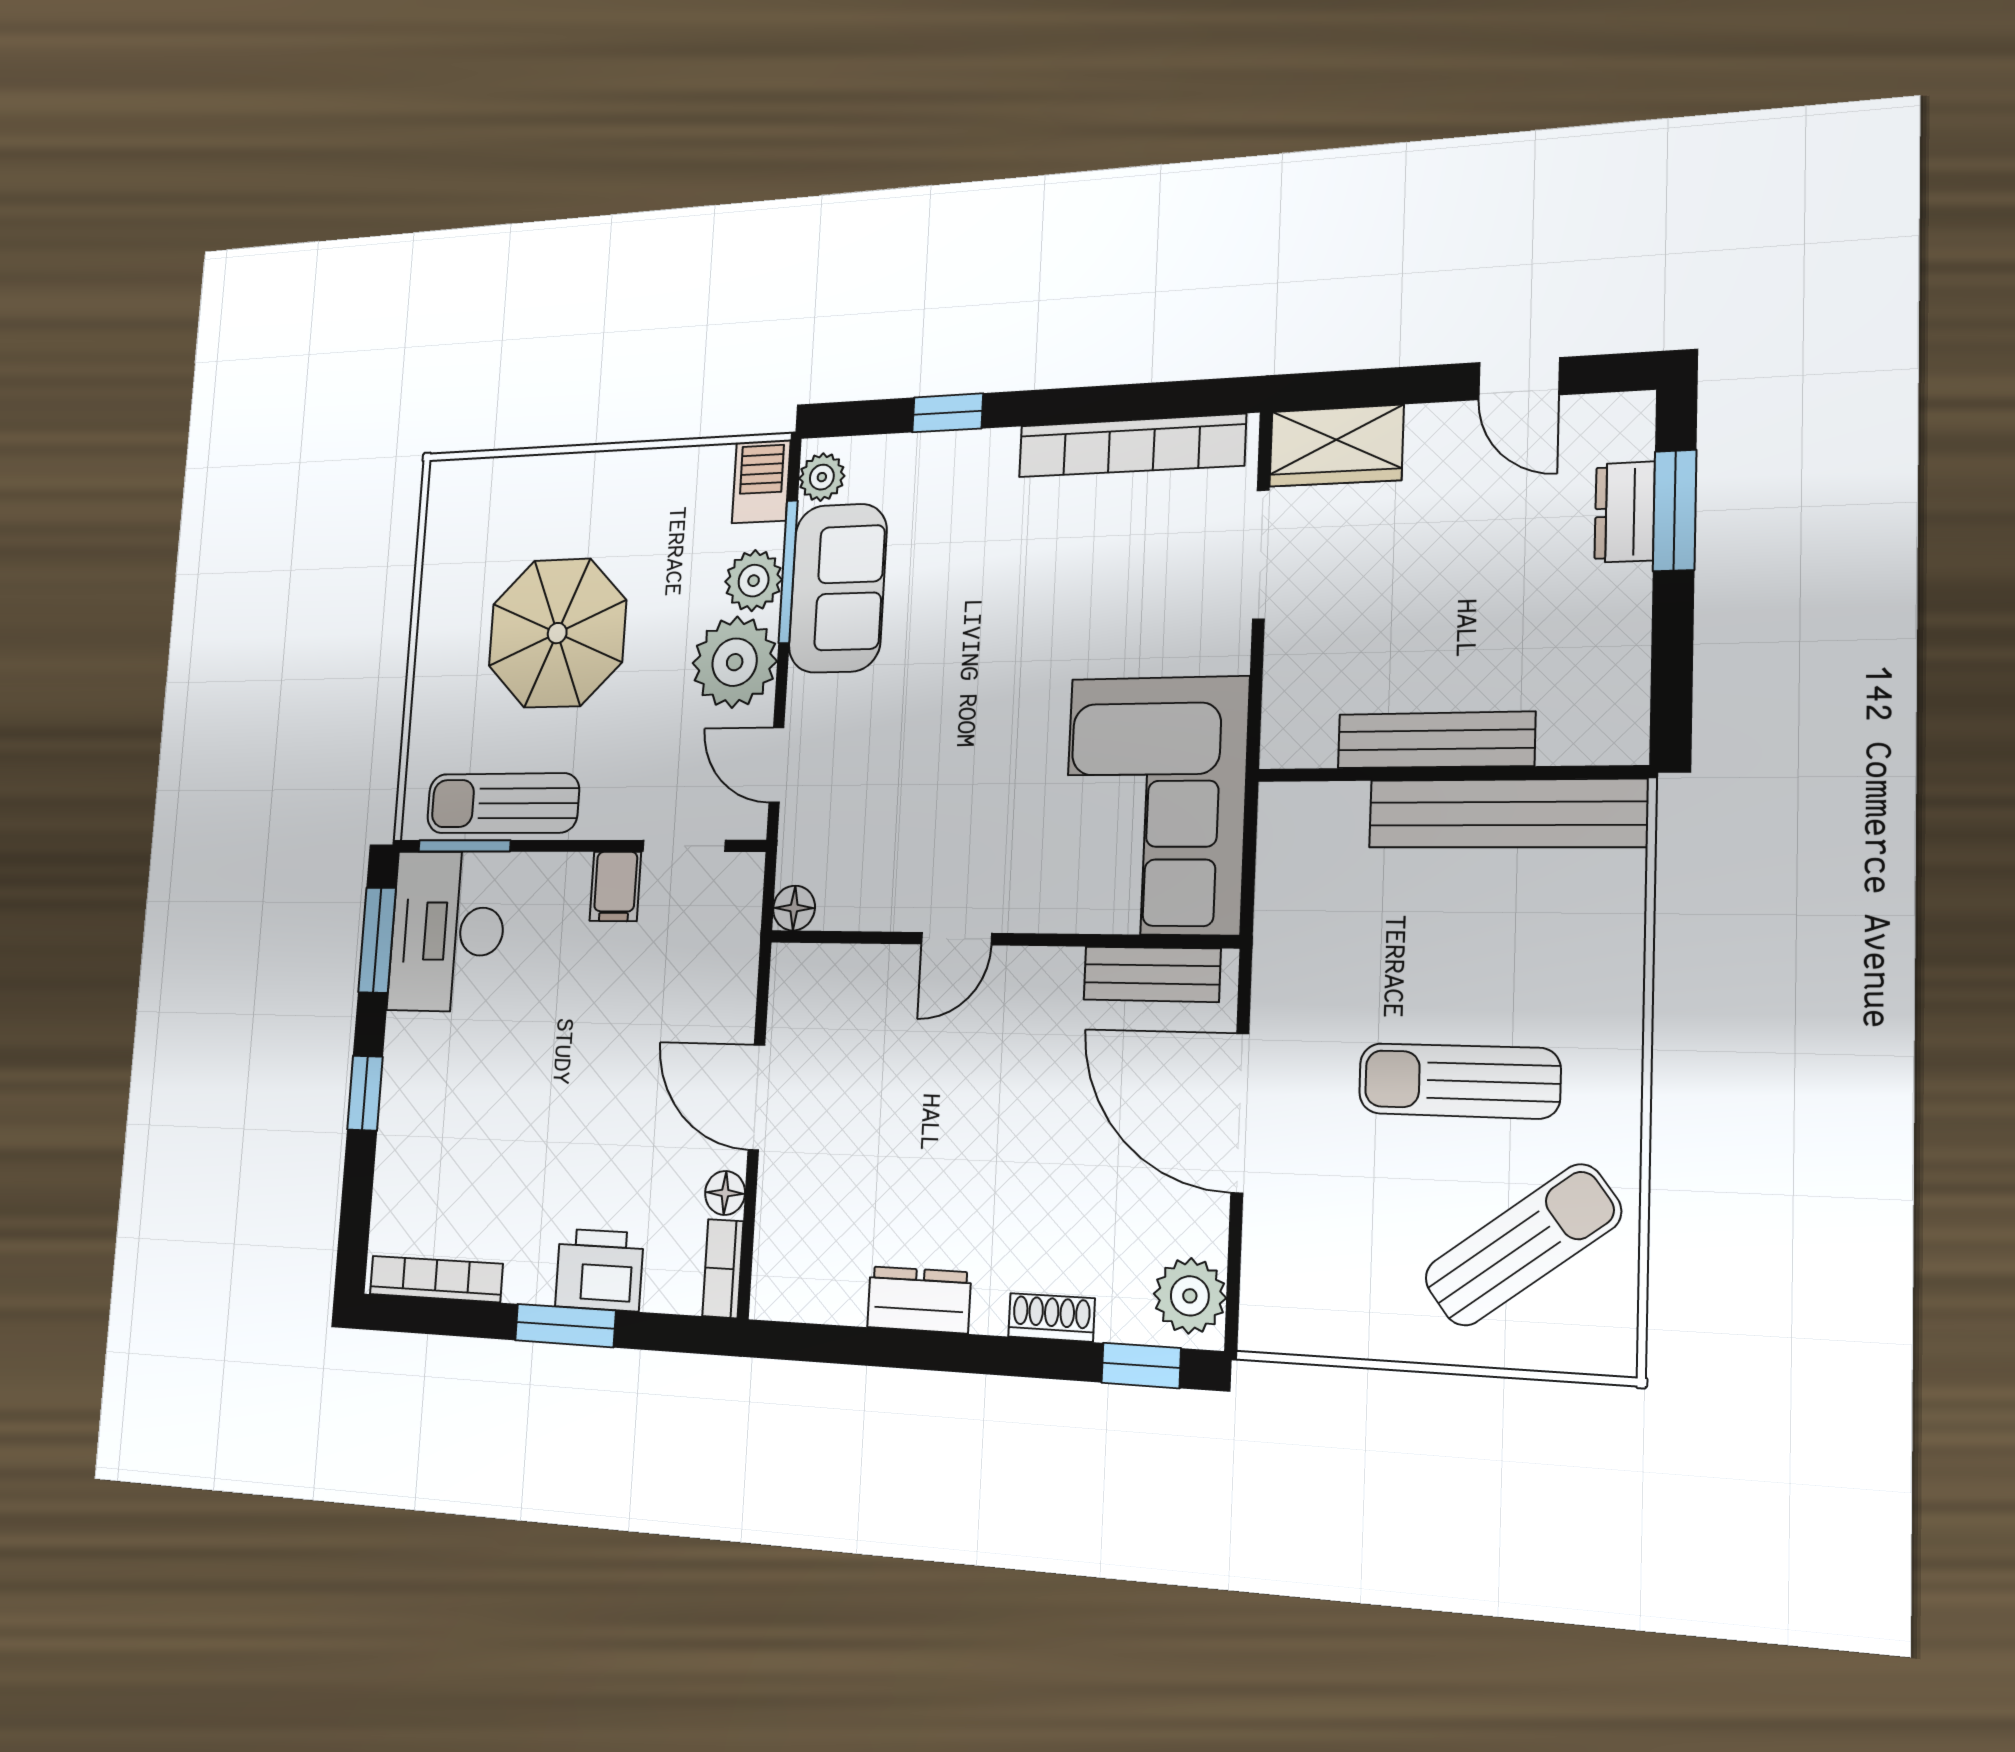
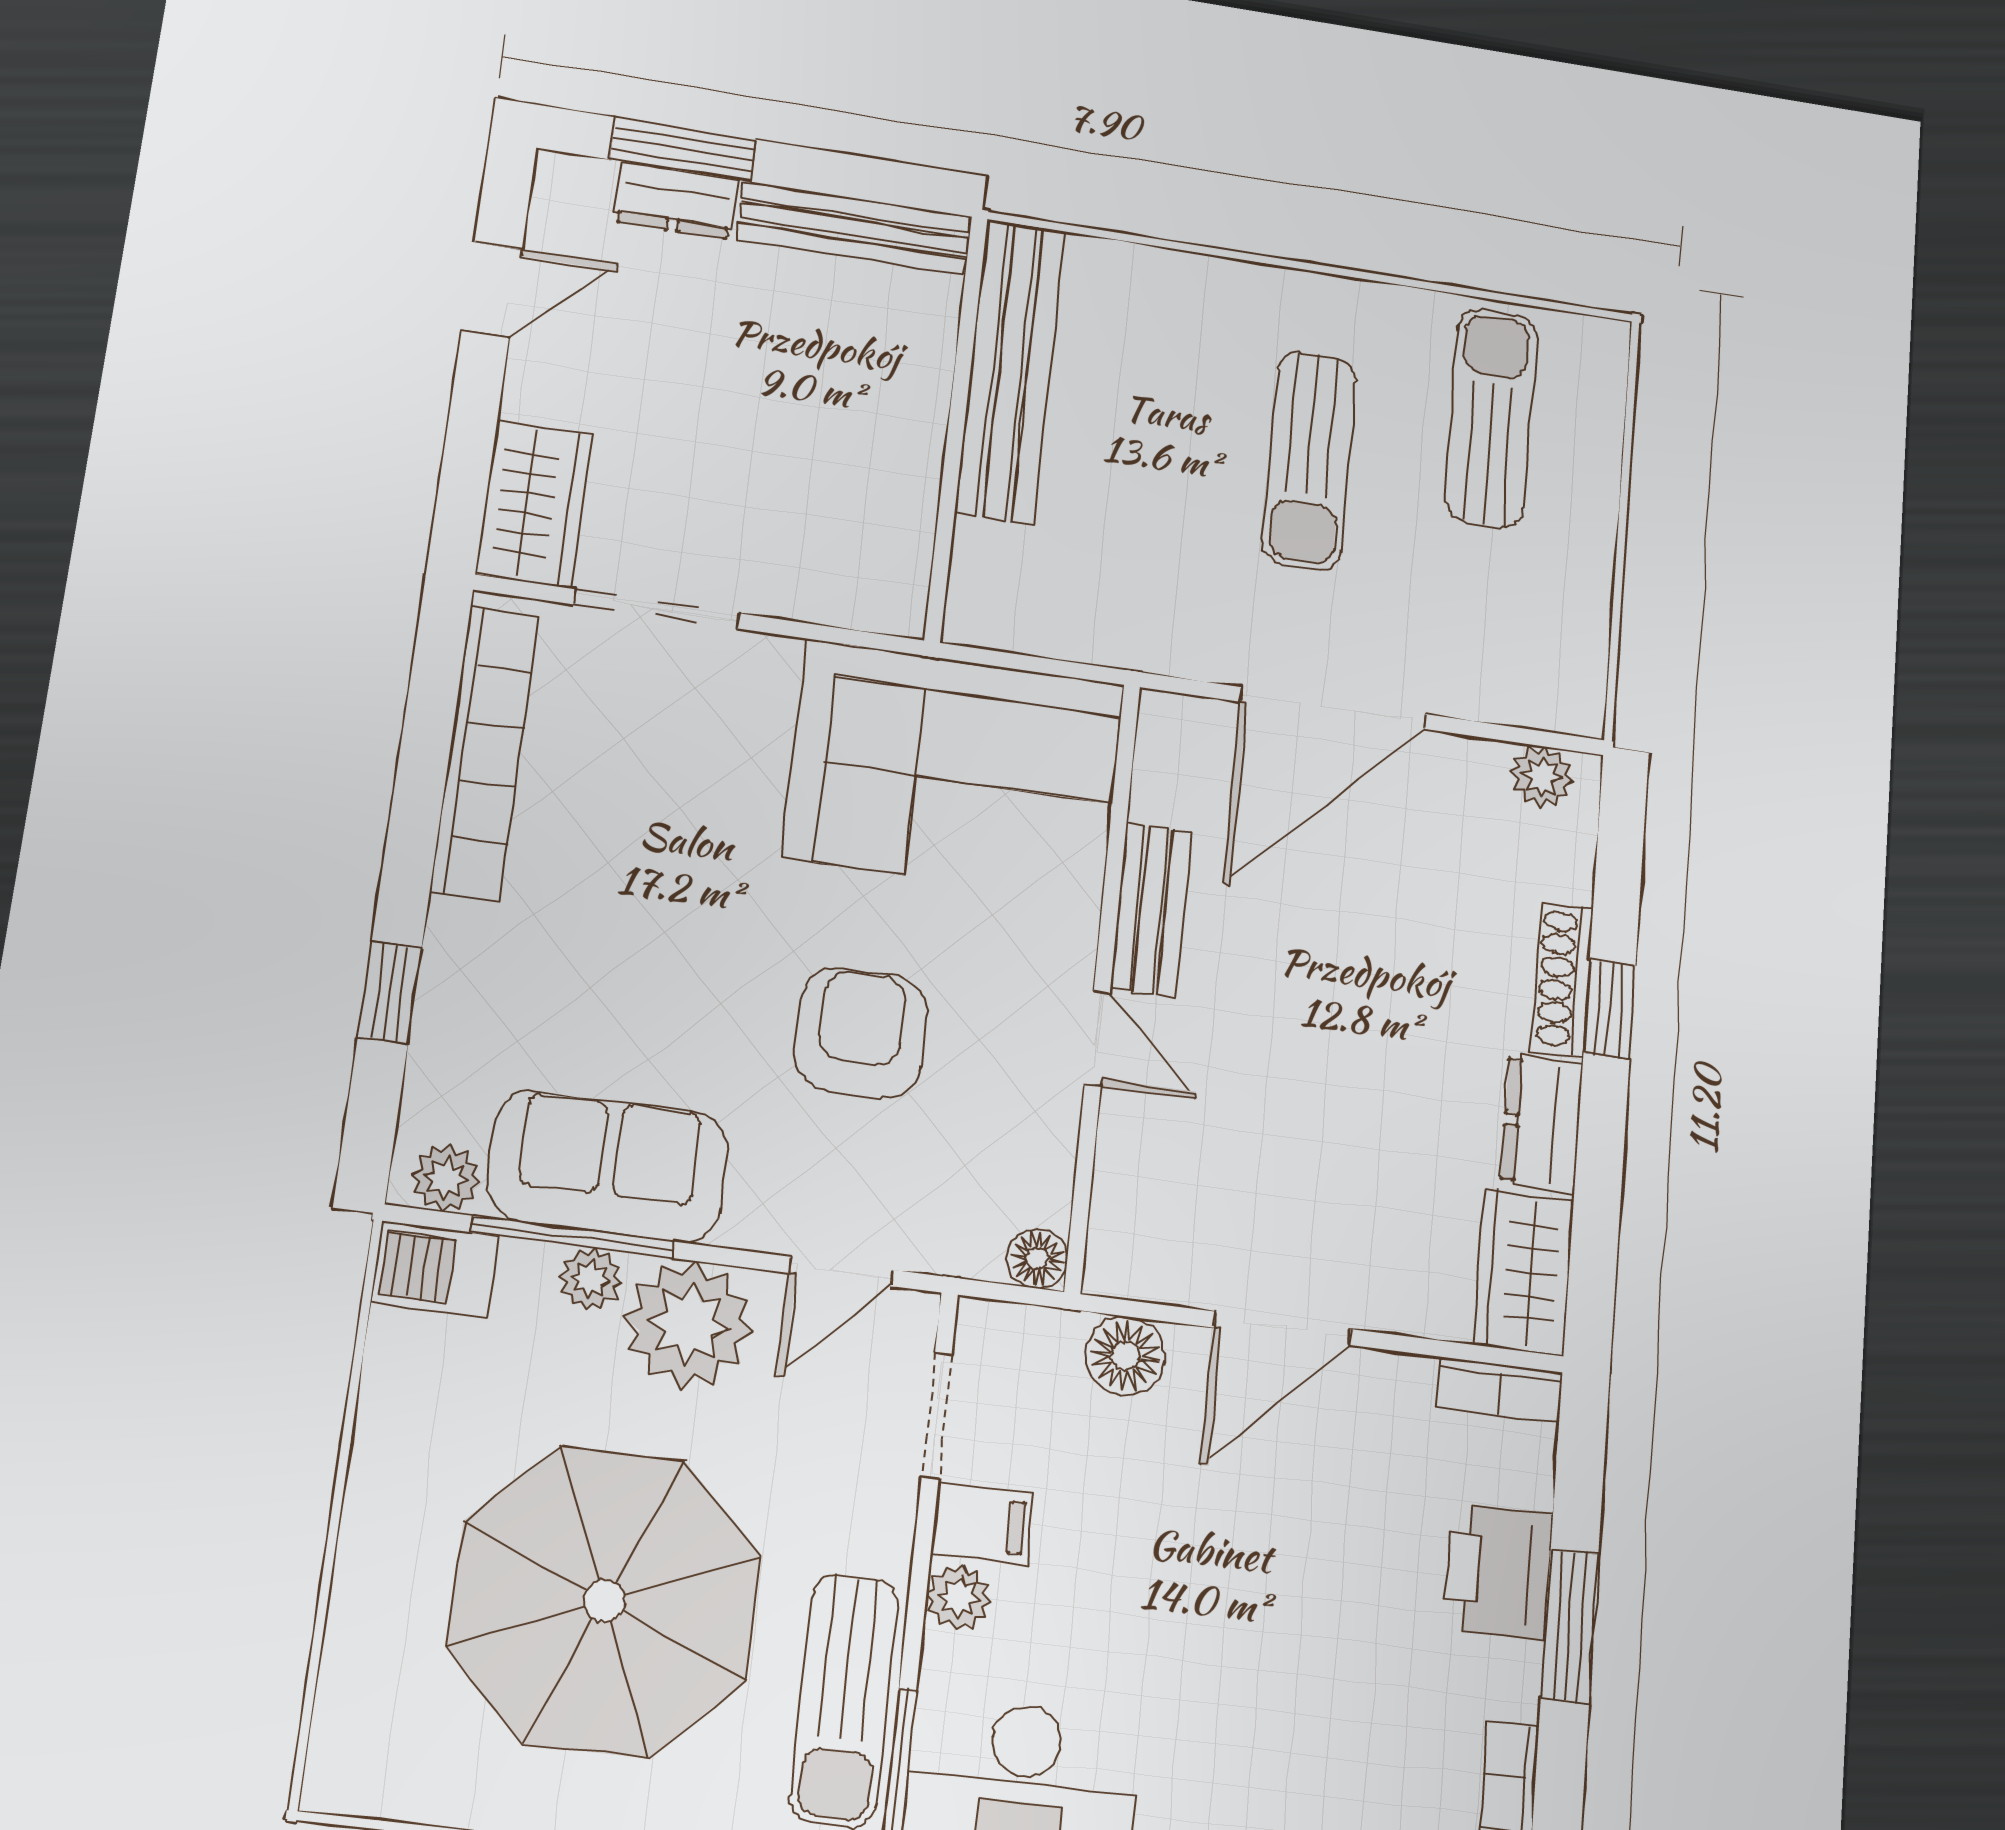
plant: (754, 581) -> (590, 1279), width x0.73, depth x0.73
parasol: (557, 633) -> (604, 1601), width x1.36, depth x1.36
bench: (1436, 740) -> (854, 228), moved, turned 90
armchair: (946, 758) -> (861, 1033), added
plant: (568, 875) -> (959, 1598), added
bench: (1152, 974) -> (1151, 909), moved
floor lamp: (725, 1193) -> (1126, 1356), moved, width x1.37, depth x1.37
sun lounger: (1523, 1245) -> (1491, 417), turned 37
wardrobe: (808, 1287) -> (1524, 1272), added
plant: (1190, 1296) -> (1542, 777), width x0.73, depth x0.73
shoe rack: (1051, 1317) -> (1563, 979), width x1.43
window: (1141, 1365) -> (1610, 1009), moved

